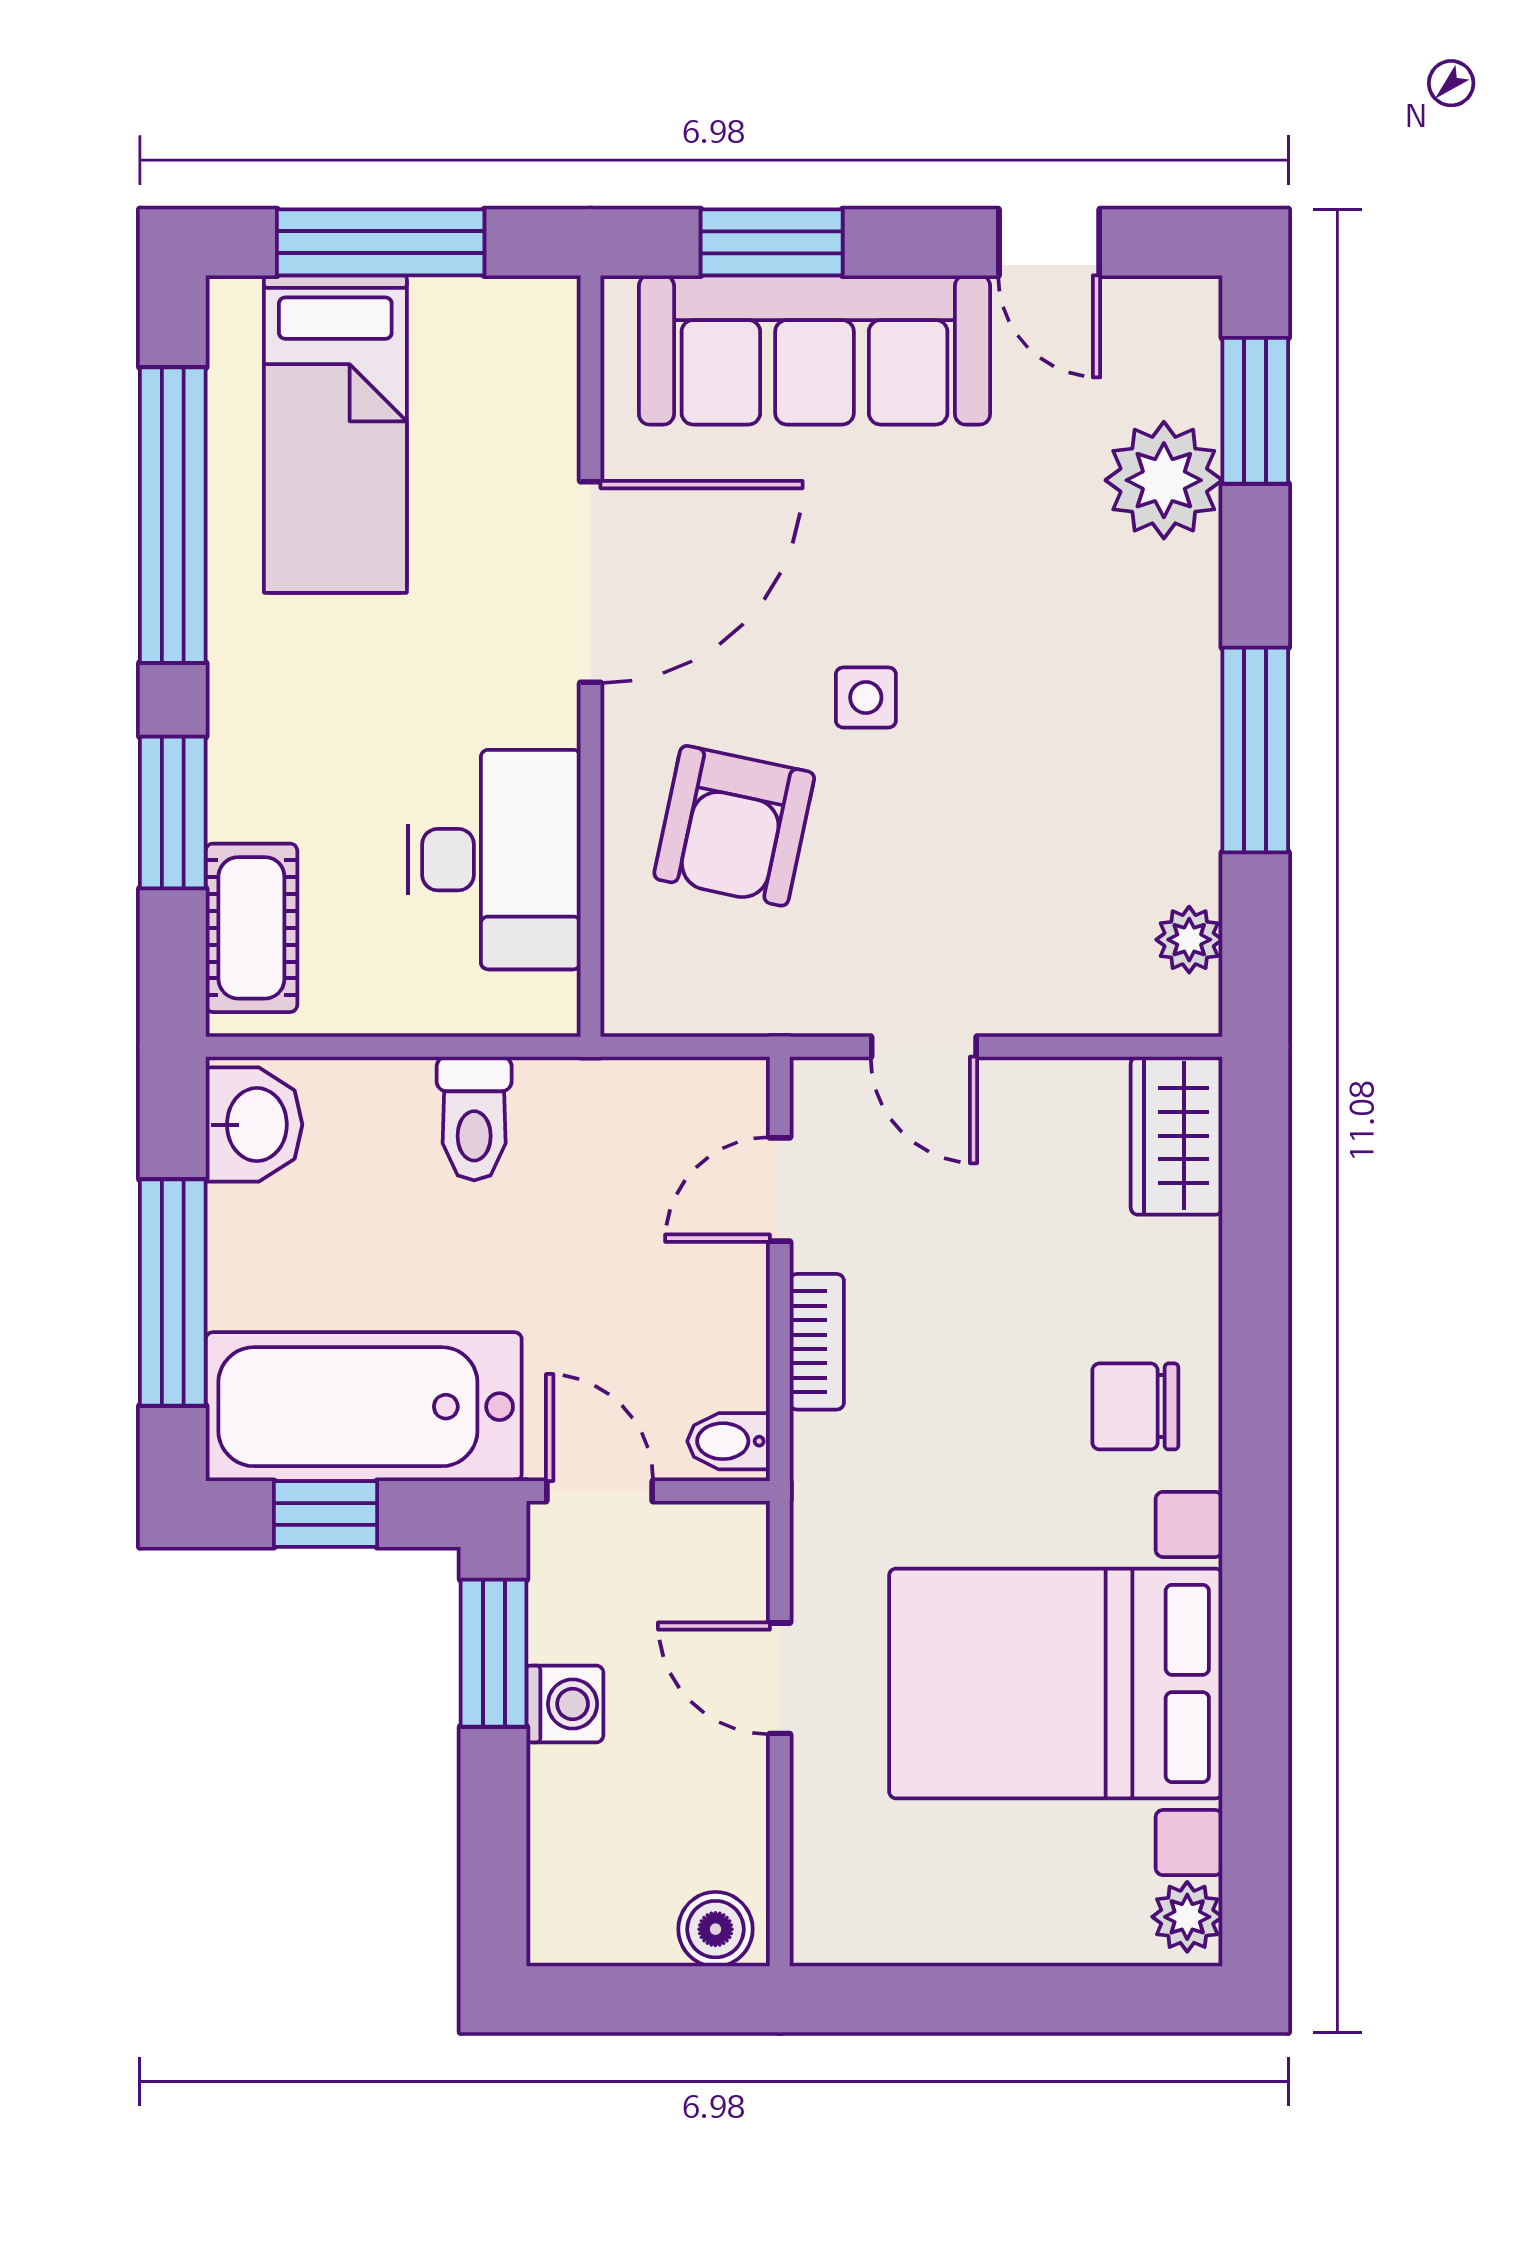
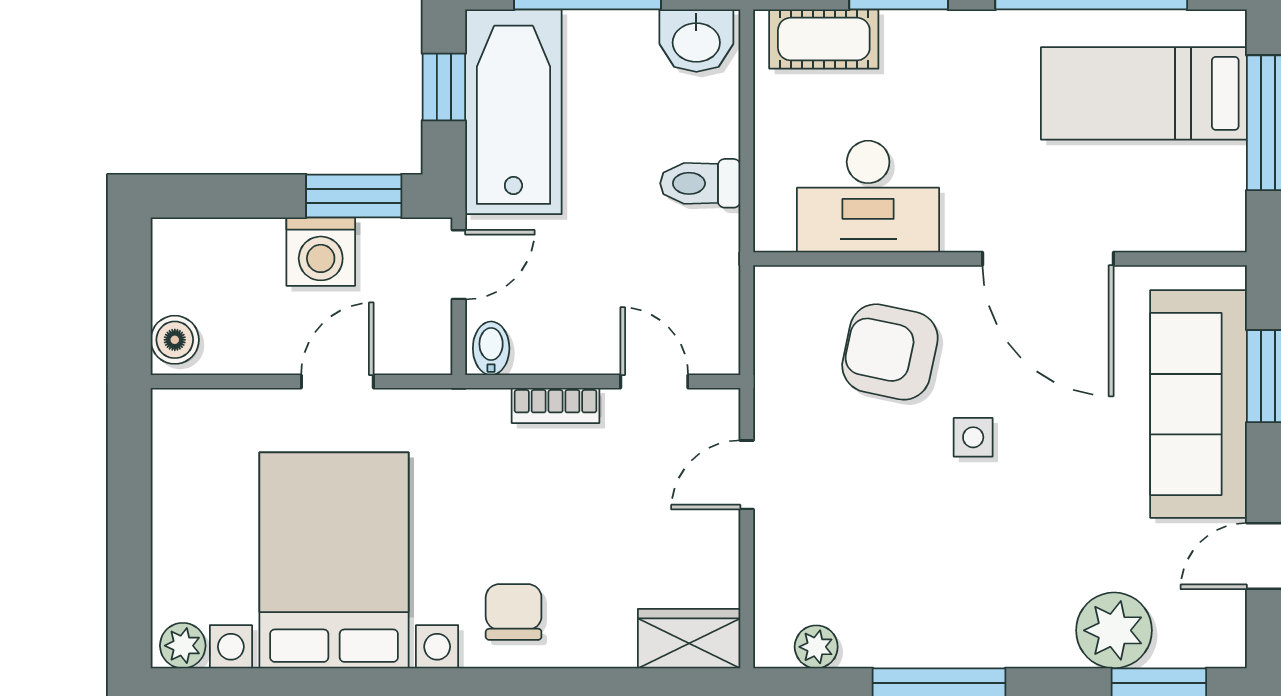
washing machine: (565, 1704) -> (321, 252), width x1.38, depth x1.38

